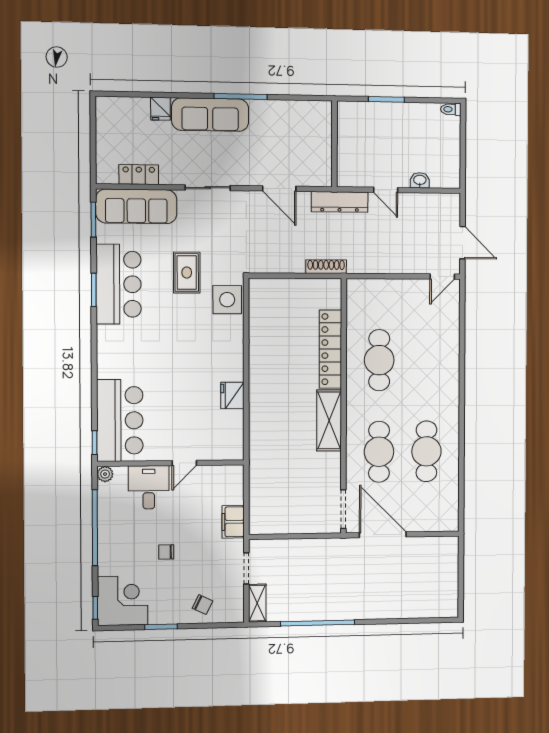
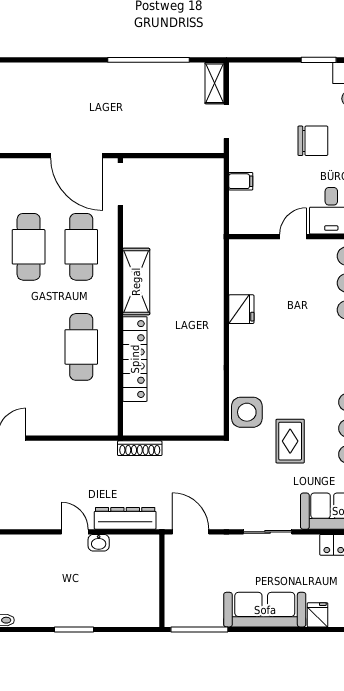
window: (241, 96) -> (199, 630), moved
wall: (334, 144) -> (162, 581), moved
washbasin: (420, 180) -> (99, 543), moved
filing cabinet: (233, 522) -> (241, 181), width x0.50
chair: (166, 552) -> (313, 141), width x1.87, depth x1.87
chair: (202, 605) -> (274, 83), removed

